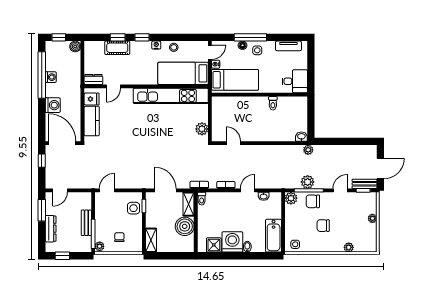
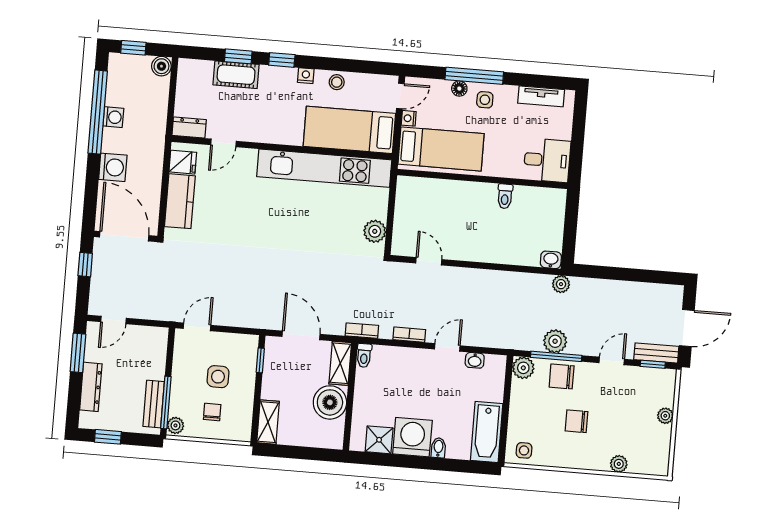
side table: (133, 208) -> (218, 377), moved
bench: (86, 223) -> (154, 404), moved

